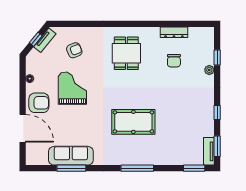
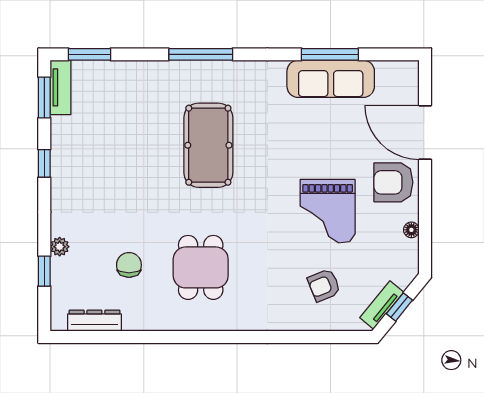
dresser: (174, 32) -> (94, 321), moved
dining table: (126, 53) -> (201, 267), moved
pool table: (133, 122) -> (208, 145), turned 90

